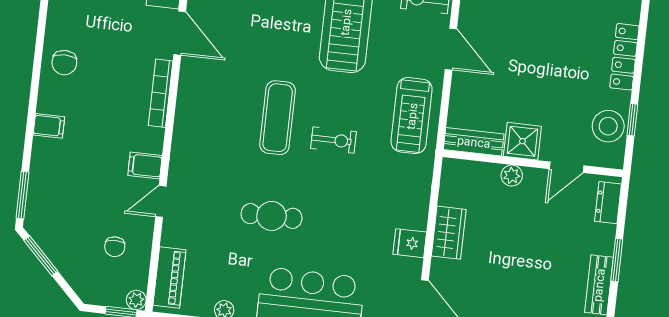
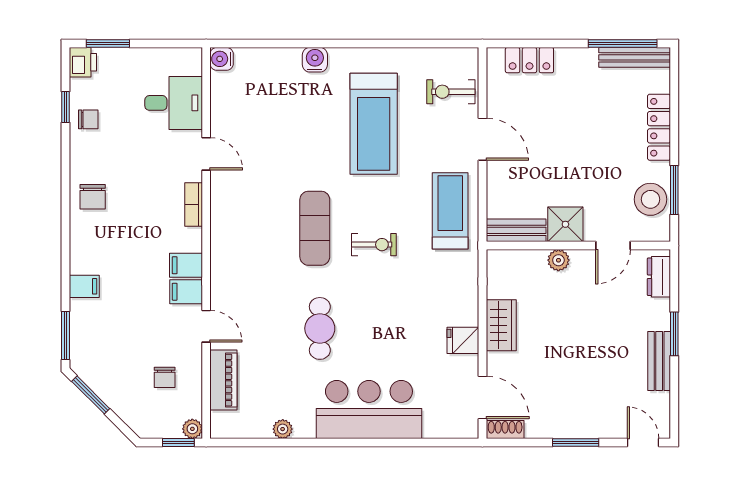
door: (180, 33) -> (206, 154), width x0.73
bookcase: (161, 93) -> (194, 204), width x0.64
treadmill: (412, 116) -> (450, 211), turned 180
window: (632, 120) -> (674, 190), width x1.50
filing cabinet: (49, 126) -> (84, 286), moved
filing cabinet: (148, 140) -> (186, 265), added
door: (161, 201) -> (206, 326), swing flipped
cafe table: (272, 216) -> (320, 328), turned 90
piano: (169, 277) -> (223, 380), moved

